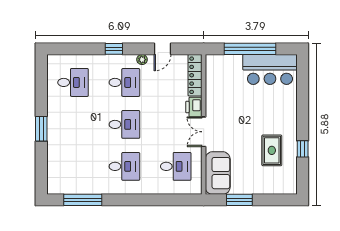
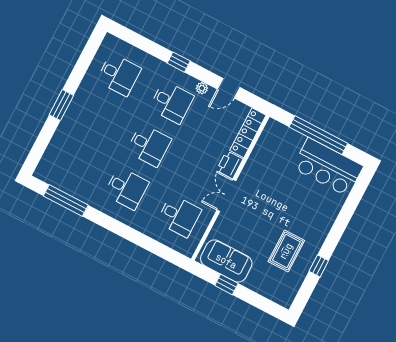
sofa: (218, 173) -> (226, 261), moved, turned -90
window: (239, 200) -> (226, 284), width x0.67

